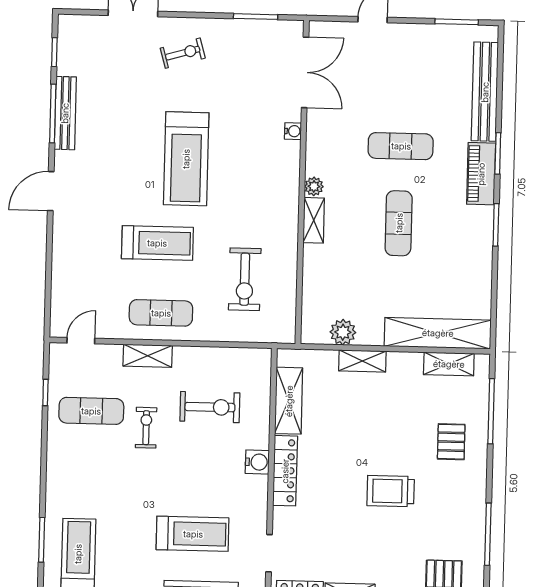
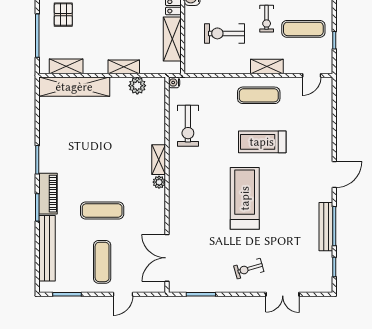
water cooler: (293, 131) -> (174, 82), moved
exercise mat: (399, 223) -> (102, 262), moved
exercise bike: (245, 279) -> (188, 126), moved, turned 180

